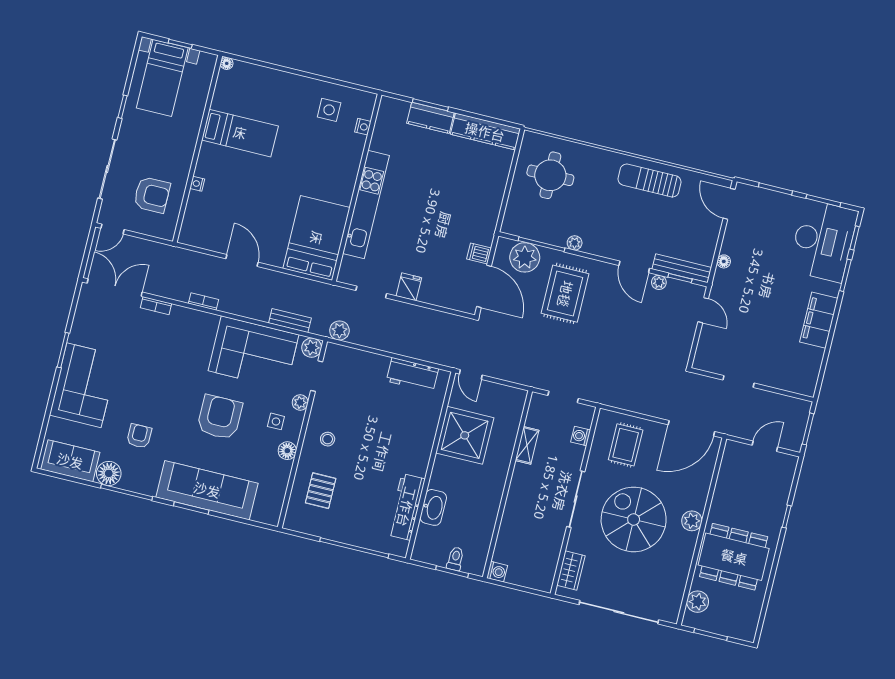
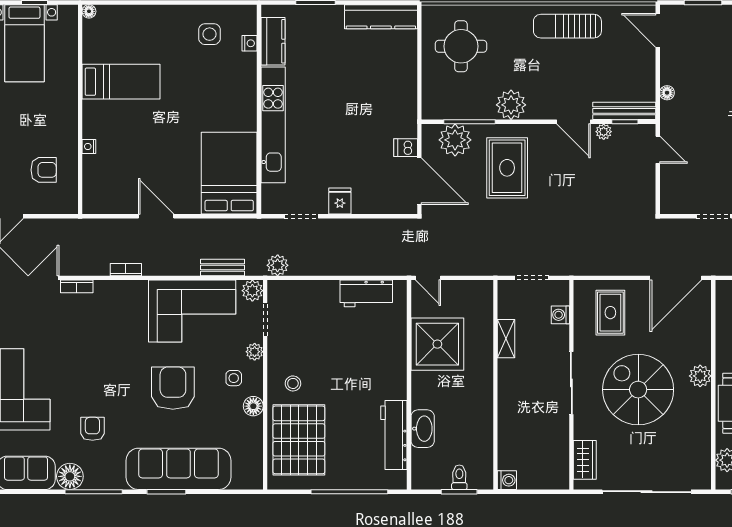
kitchen counter: (430, 118) -> (273, 41), moved, turned -90
armchair: (152, 195) -> (44, 170), width x0.72, depth x0.72
plant: (575, 243) -> (511, 105), width x1.87, depth x1.87
pallet: (321, 491) -> (299, 440), width x2.05, depth x2.00

